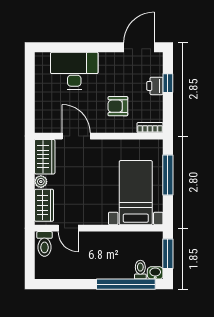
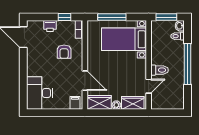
desk: (74, 71) -> (39, 93), moved
window: (168, 83) -> (64, 17), moved
filing cabinet: (44, 122) -> (75, 103), added
door: (76, 136) -> (85, 81), swing flipped
toilet: (44, 244) -> (160, 70), moved
window: (126, 284) -> (187, 64), moved

